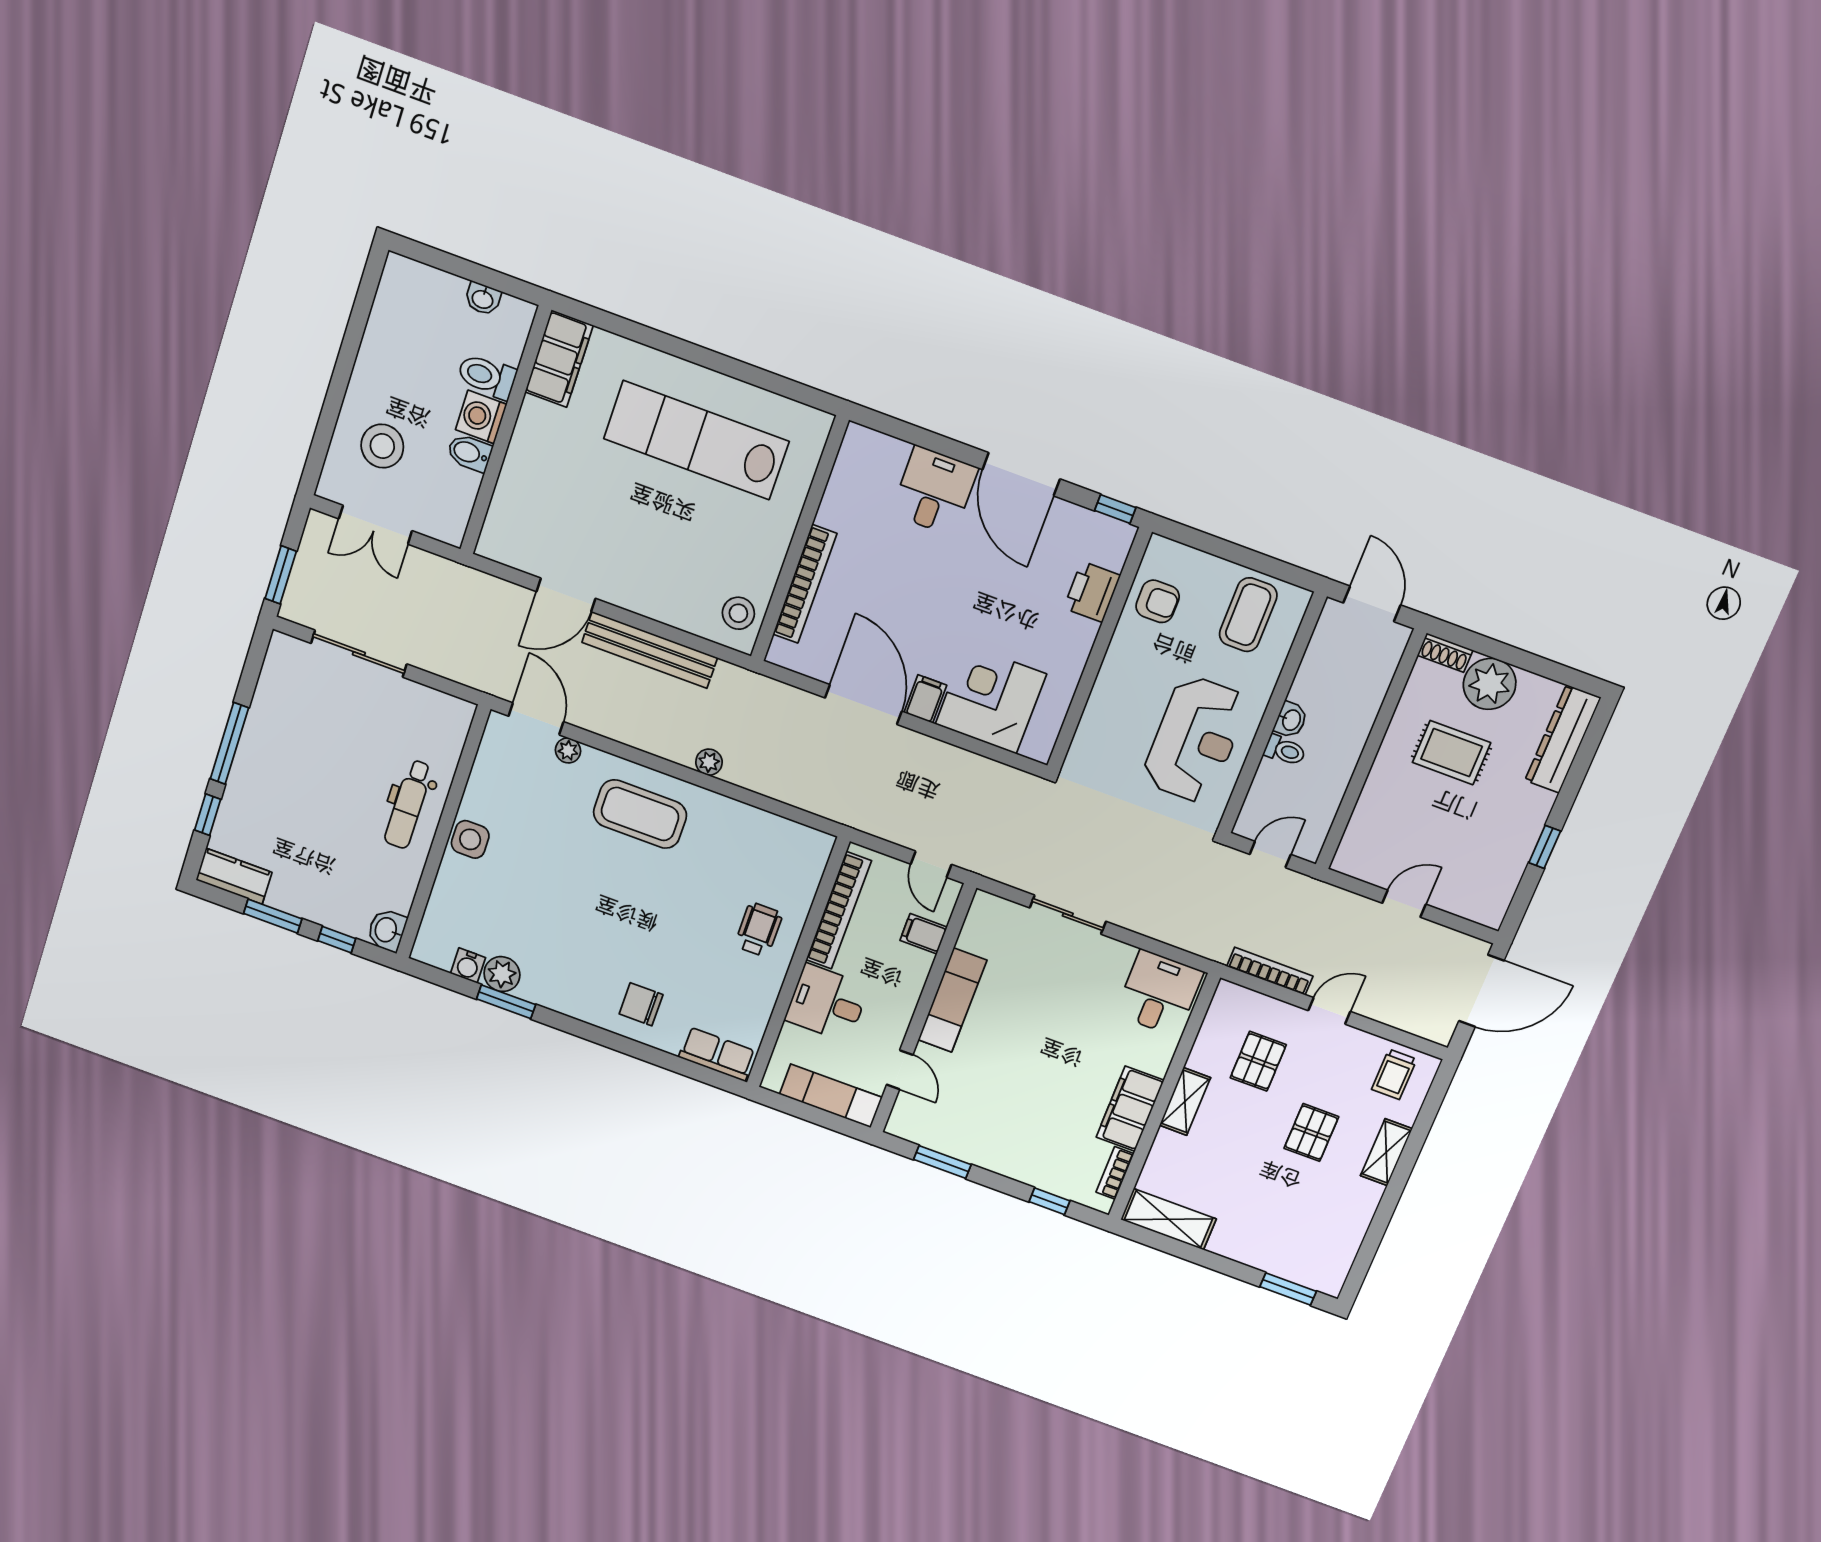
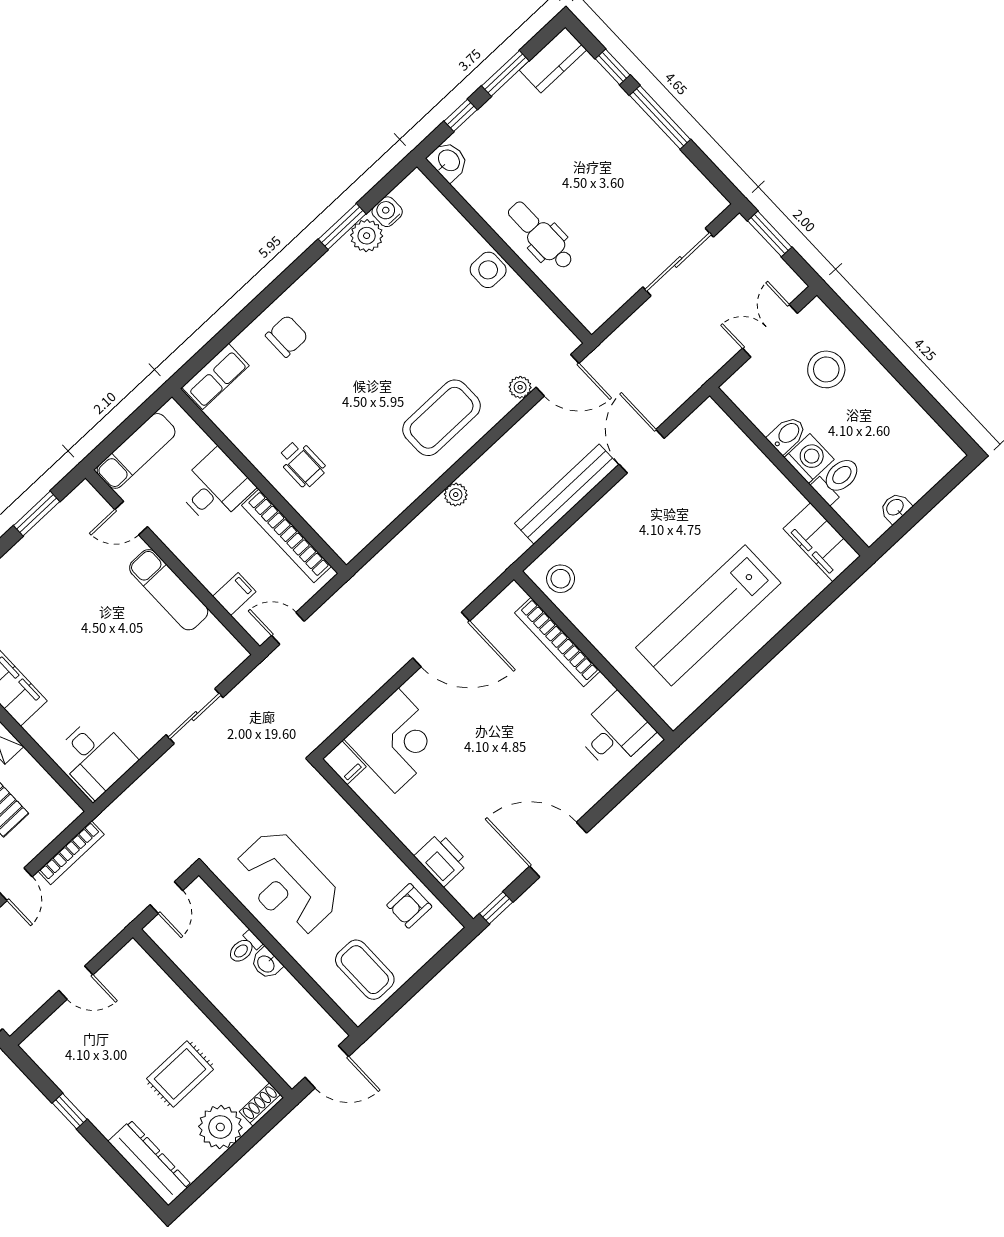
lab bench: (696, 440) -> (708, 615), turned 180
desk: (934, 491) -> (615, 732), moved, turned -90
filing cabinet: (925, 699) -> (344, 763), moved
door: (1404, 904) -> (76, 983), hinge flipped

